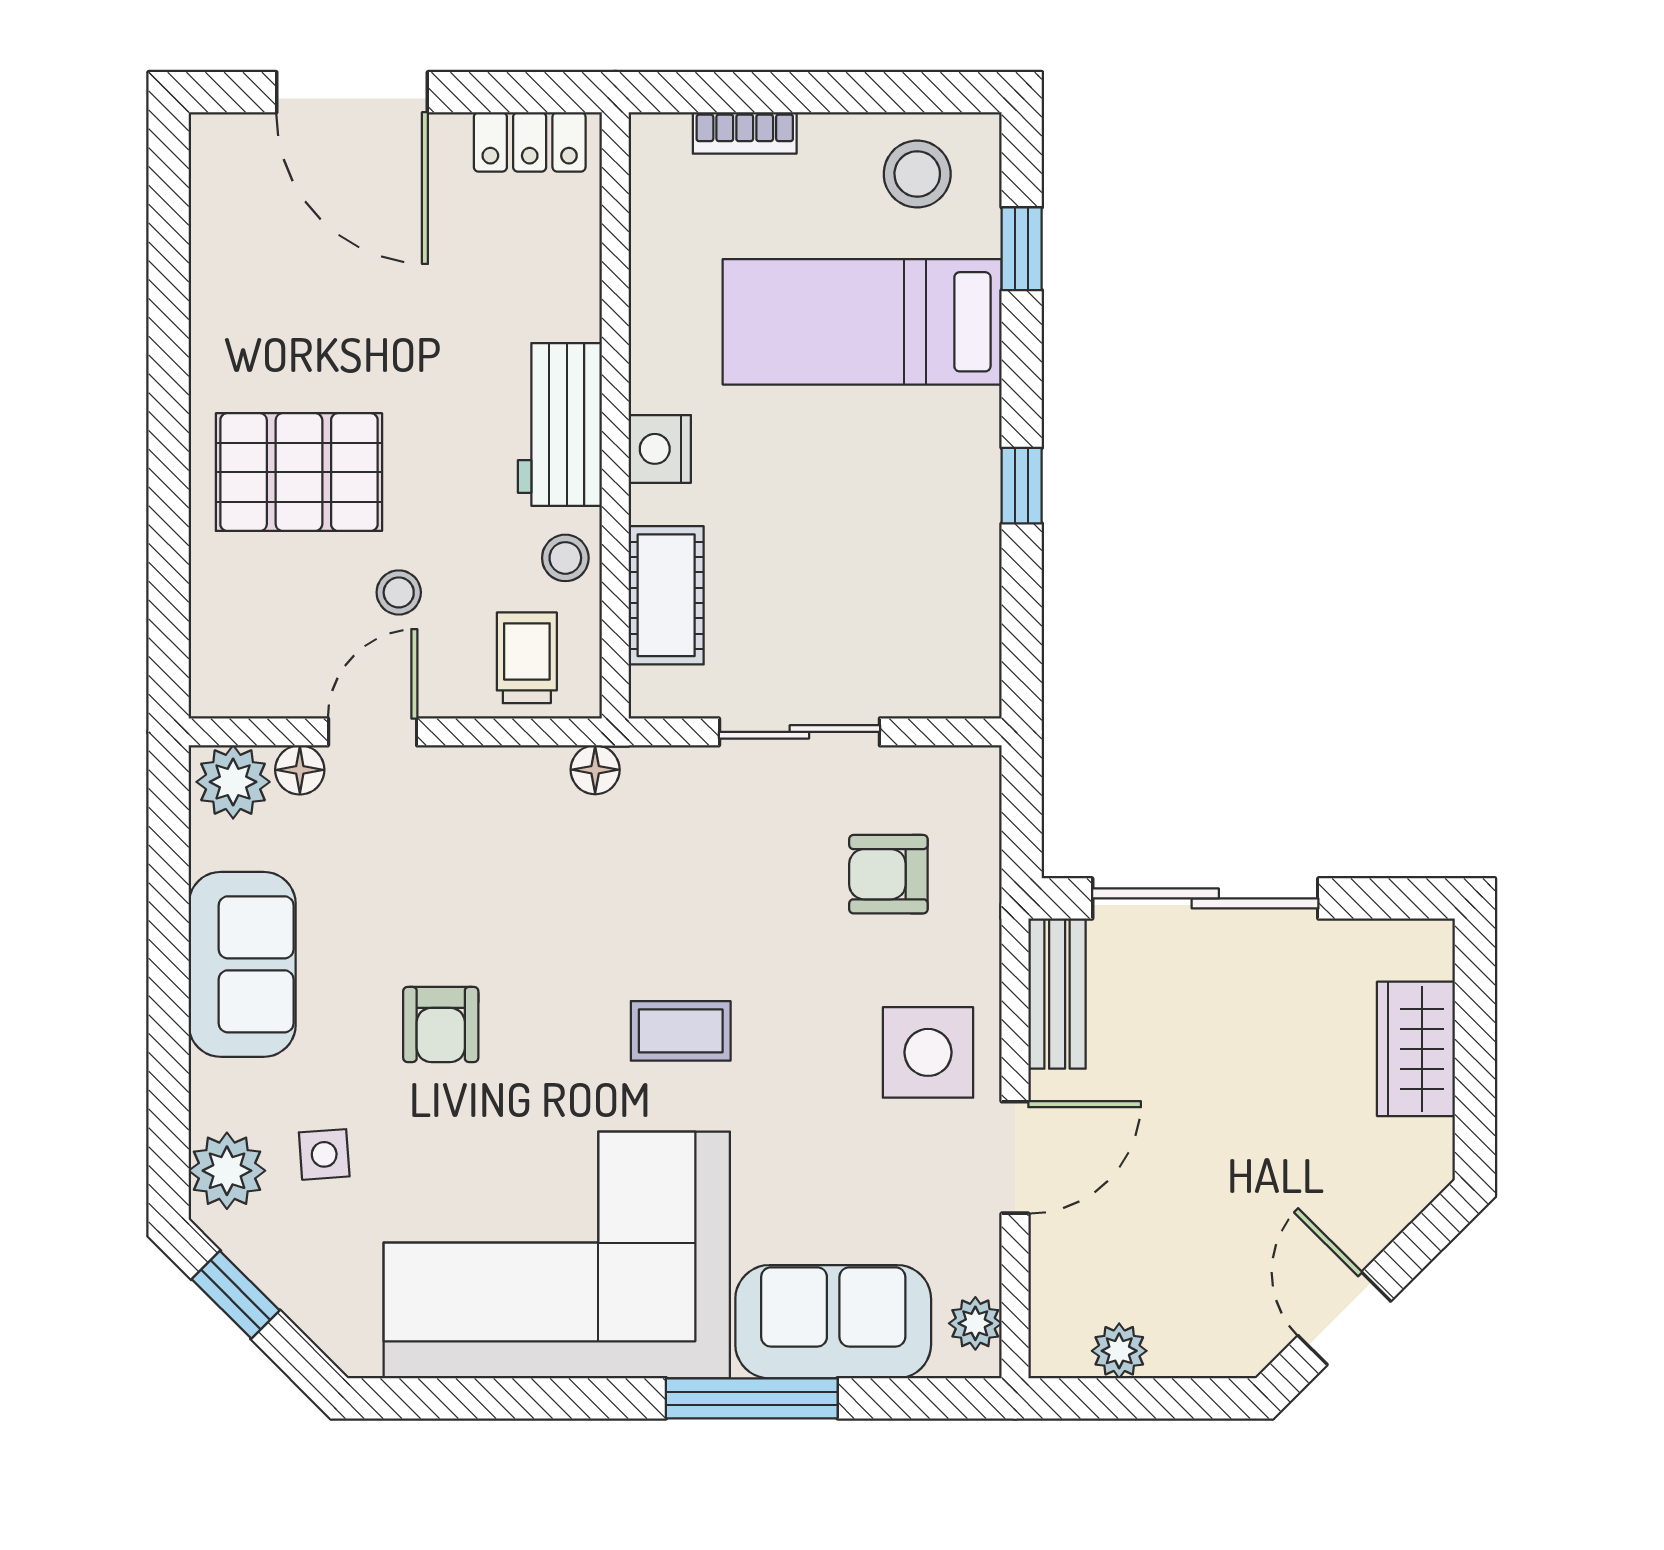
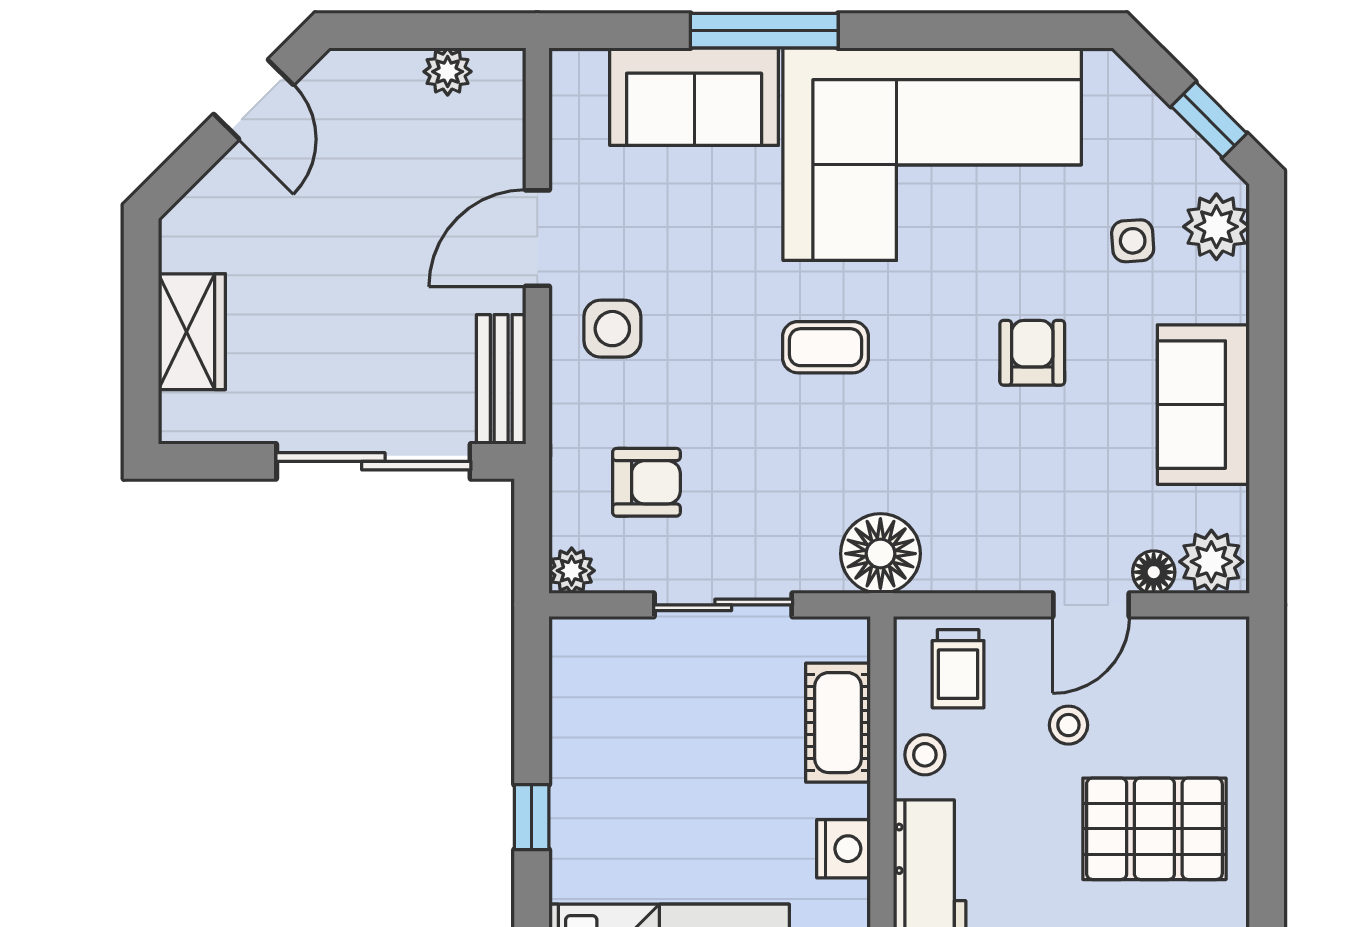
floor lamp: (595, 770) -> (880, 554), width x1.89, depth x1.89
side table: (928, 1052) -> (612, 329), width x0.73, depth x0.73
plant: (975, 1323) -> (572, 571), moved

